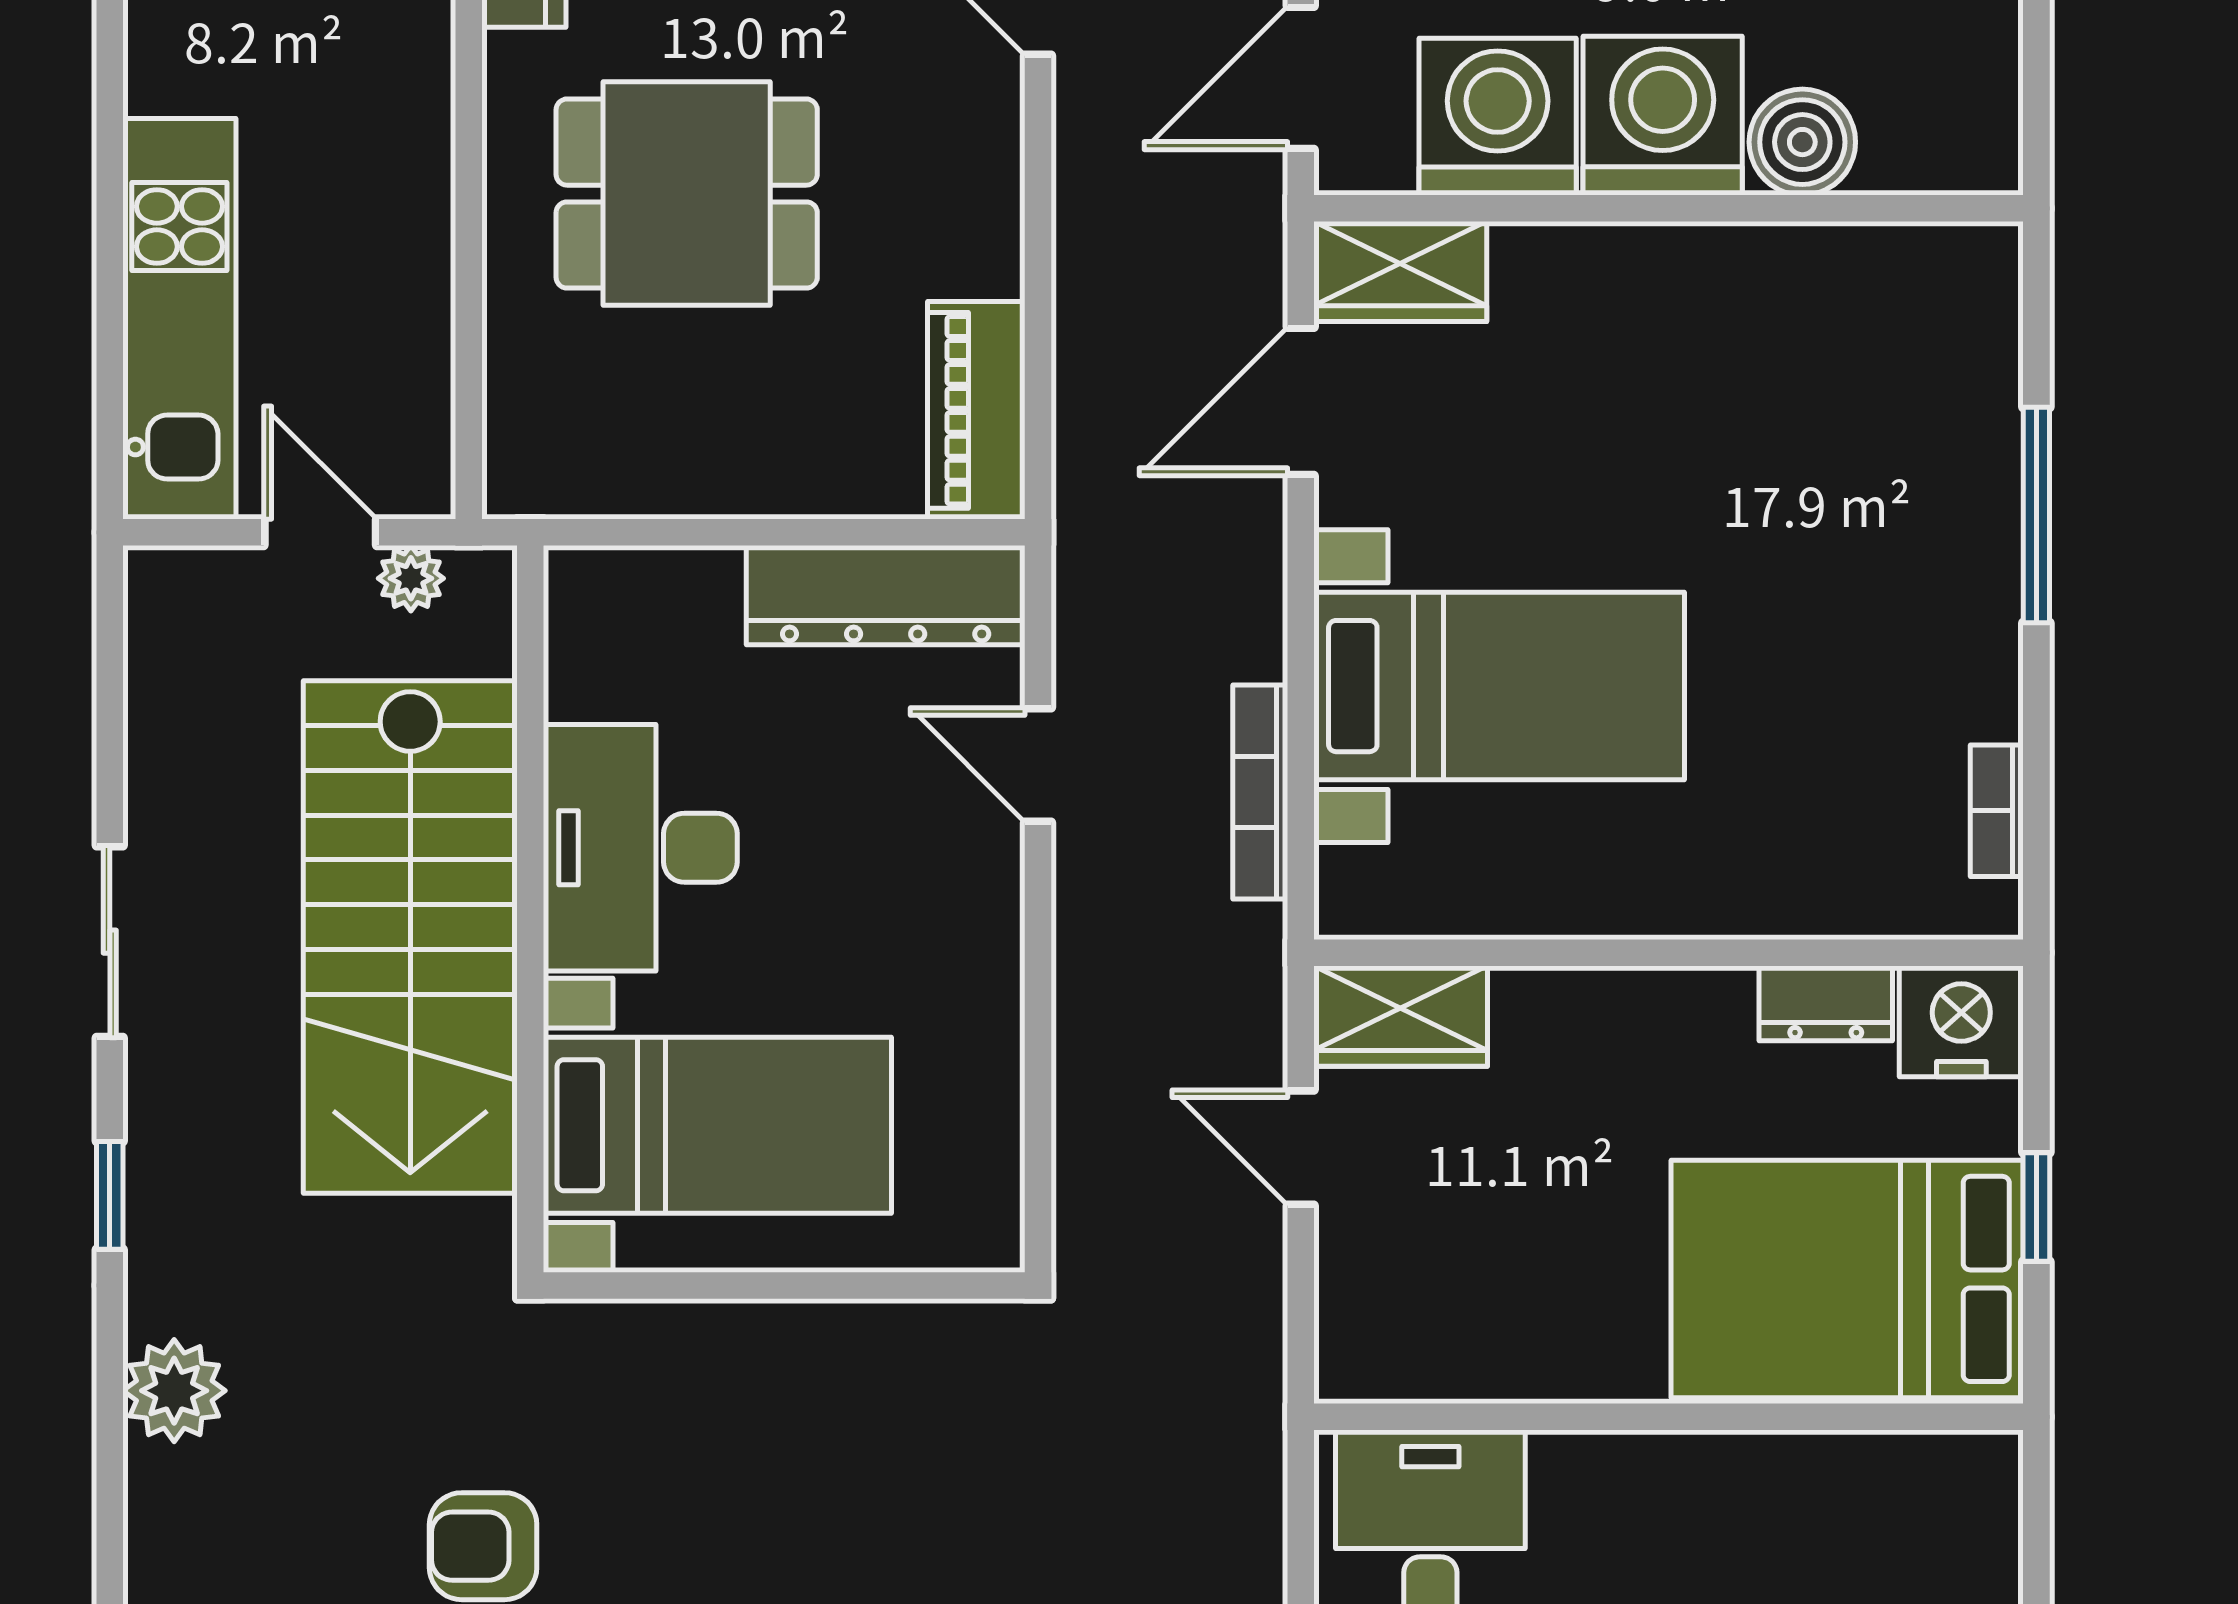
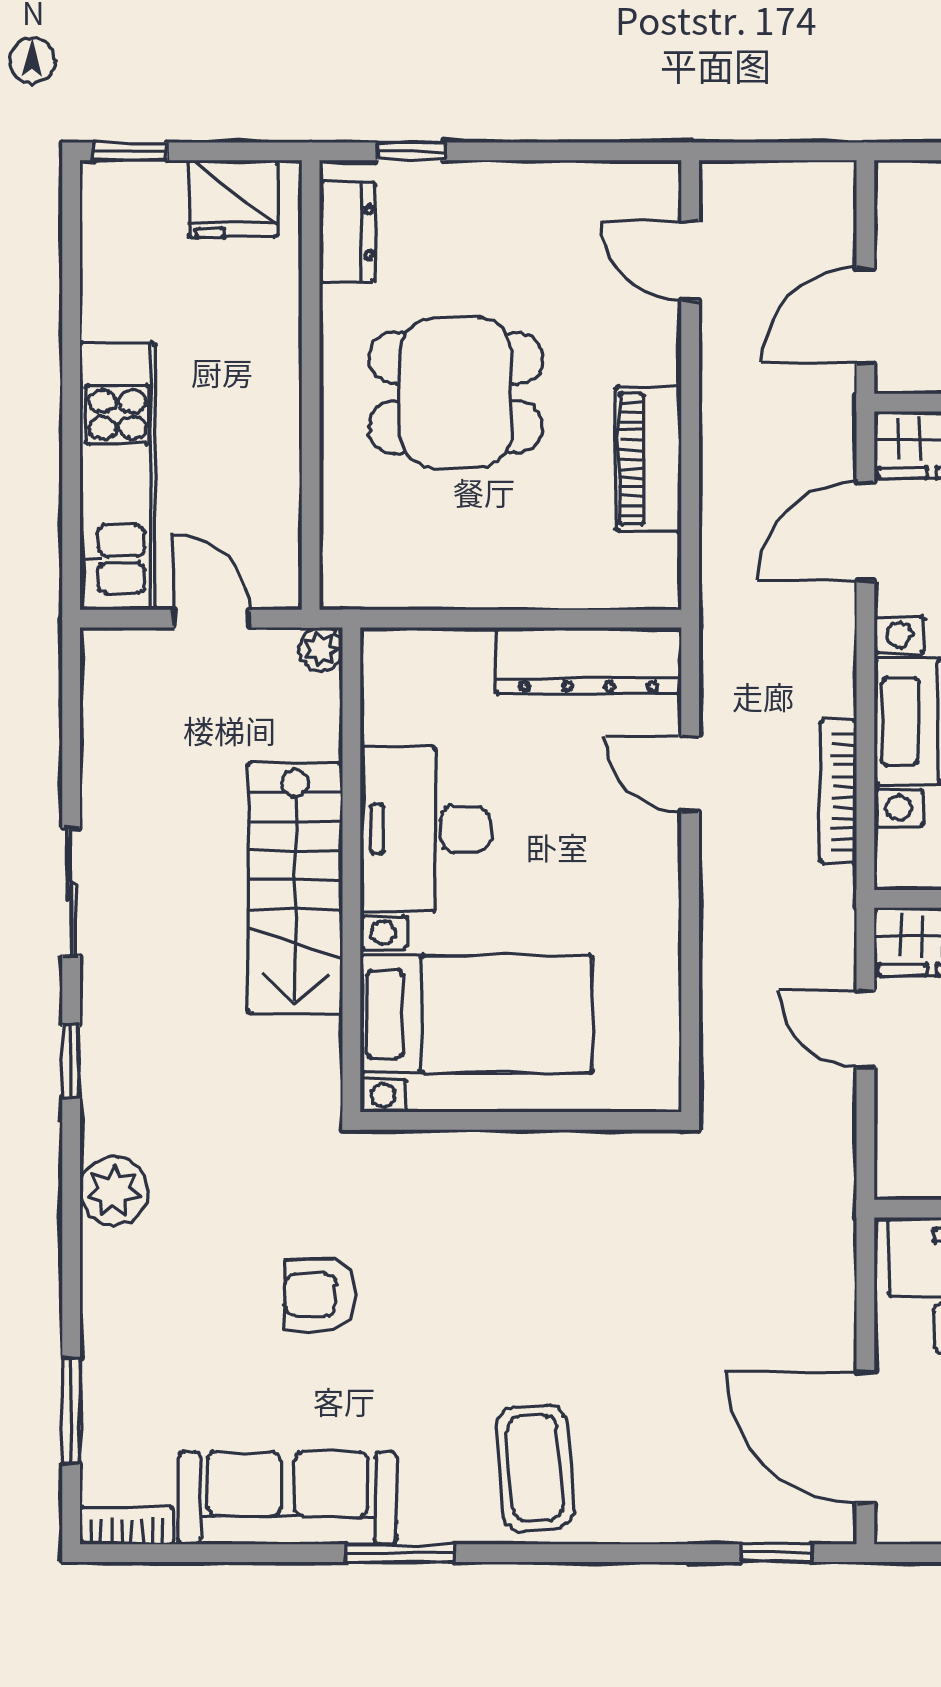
piano: (976, 410) -> (649, 459), moved
plant: (411, 578) -> (321, 649), moved
stairs: (410, 937) -> (295, 888), width x0.73, depth x0.66

